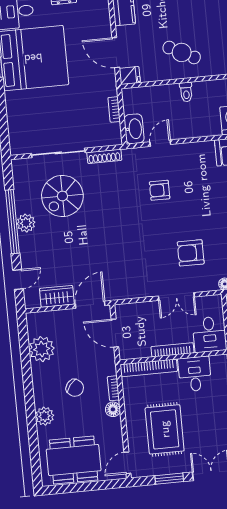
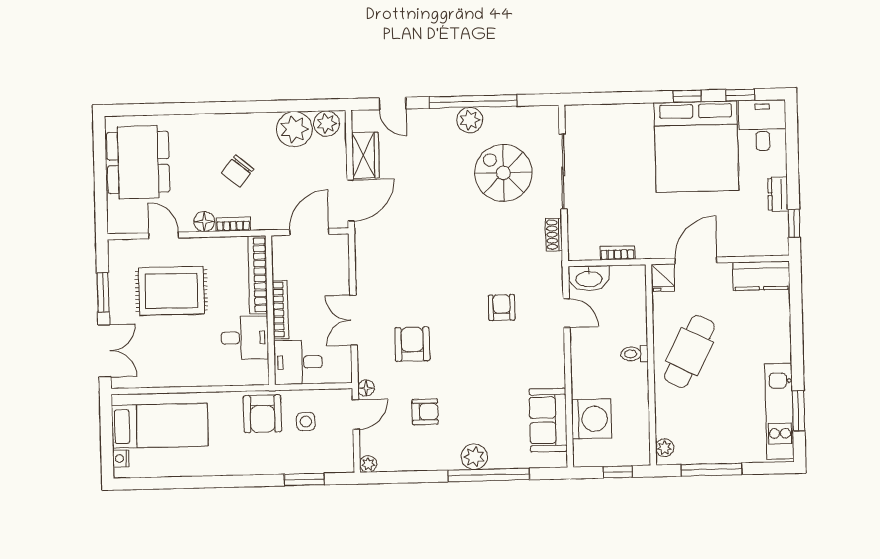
cafe table: (182, 52) -> (689, 352), width x1.37, depth x1.35
shoe rack: (104, 156) -> (554, 235), width x0.70
door: (90, 305) -> (351, 200), hinge flipped
plant: (45, 416) -> (327, 123), moved
door: (127, 463) -> (164, 235), moved

